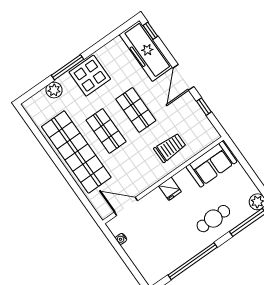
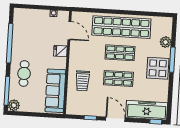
sofa: (211, 164) -> (55, 91), width x1.36
fridge: (170, 189) -> (60, 51), moved
door: (126, 206) -> (69, 31), hinge flipped

